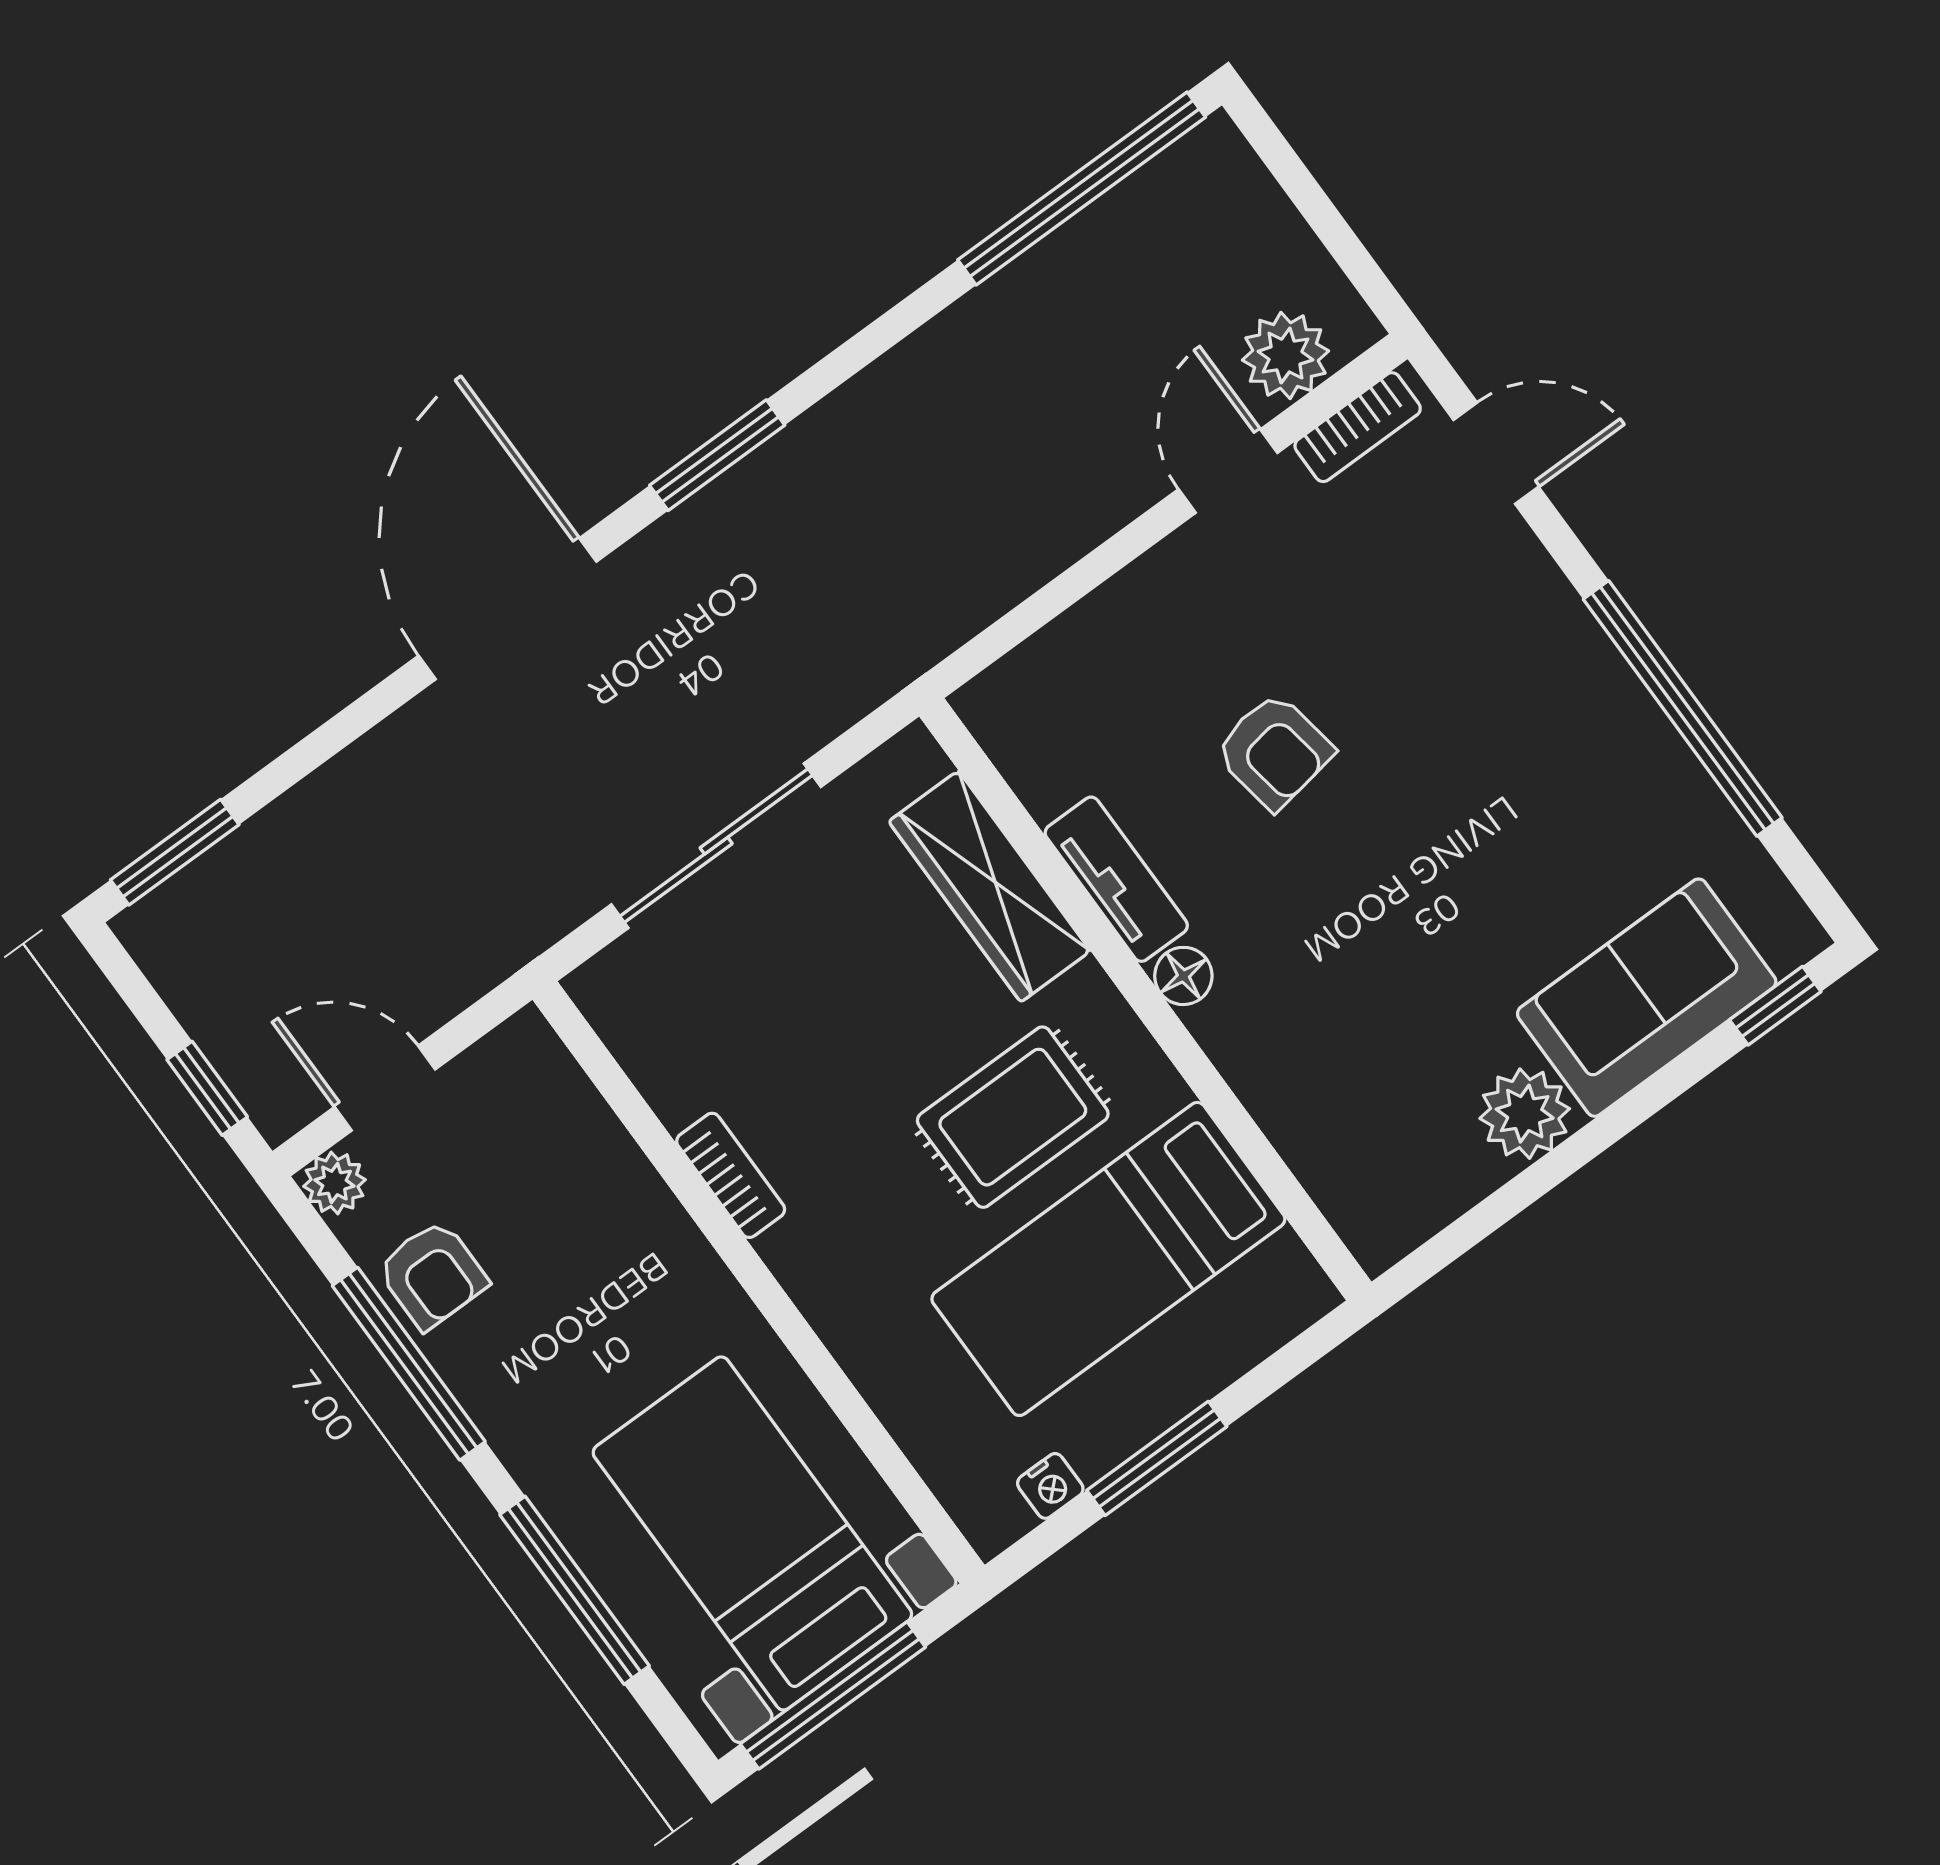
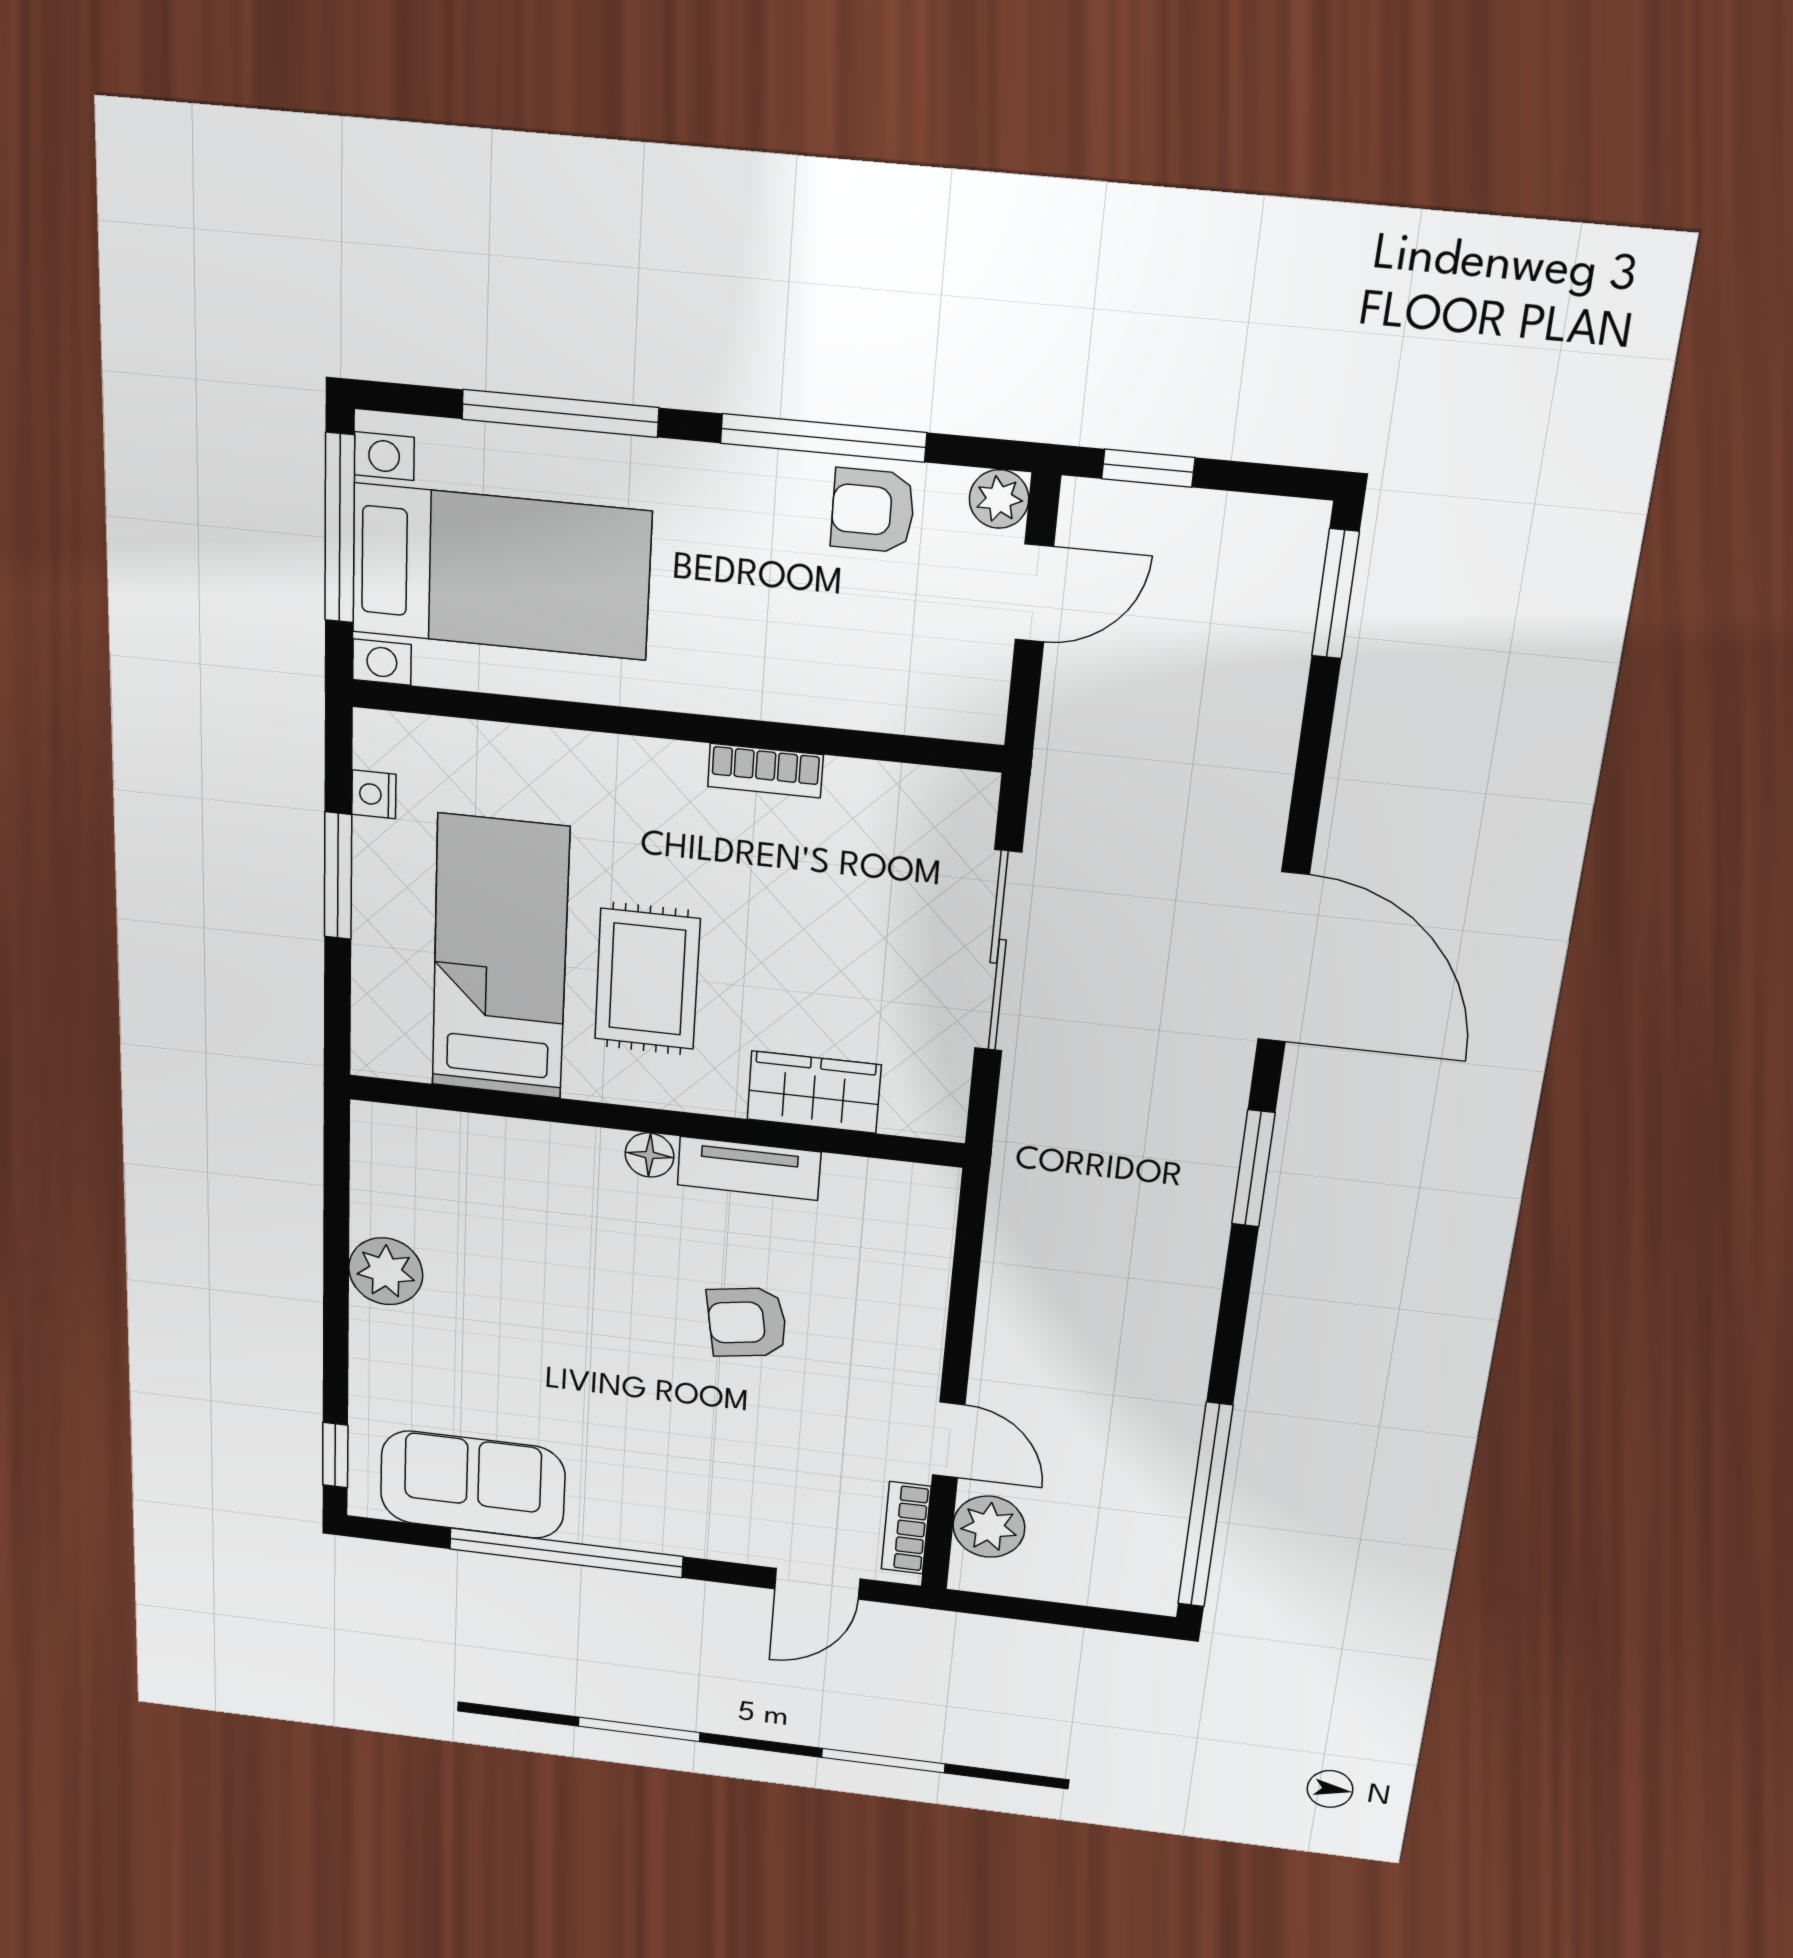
wardrobe: (990, 886) -> (814, 1092), width x0.67
sofa: (1647, 998) -> (473, 1485), moved, turned -90

